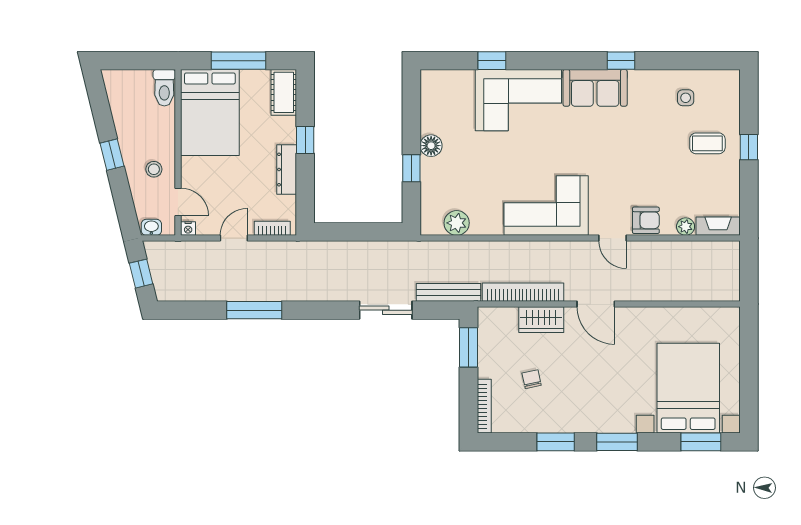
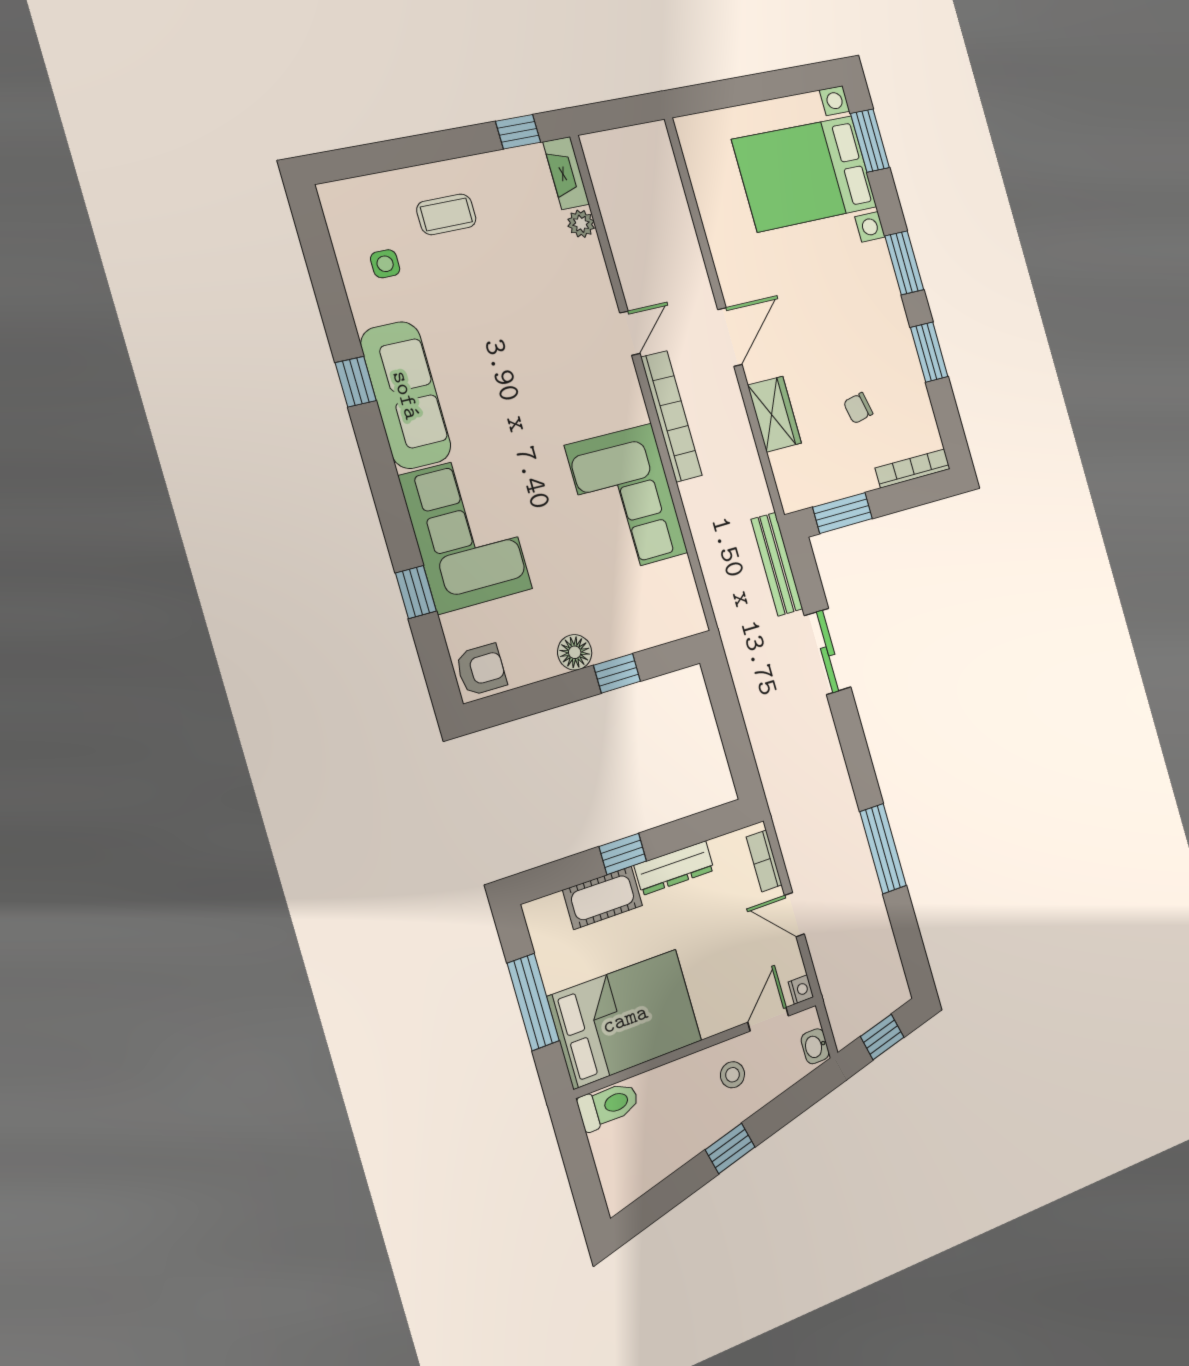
sofa: (595, 88) -> (406, 395), width x1.36
cot: (284, 92) -> (603, 898), moved
coffee table: (707, 143) -> (446, 214), turned 90
window: (749, 147) -> (518, 132), moved
corner sofa: (546, 206) -> (626, 499), moved
armchair: (646, 220) -> (481, 670), moved, turned 90
plant: (457, 223) -> (676, 580), removed
bookcase: (523, 292) -> (671, 416), moved, turned 180

